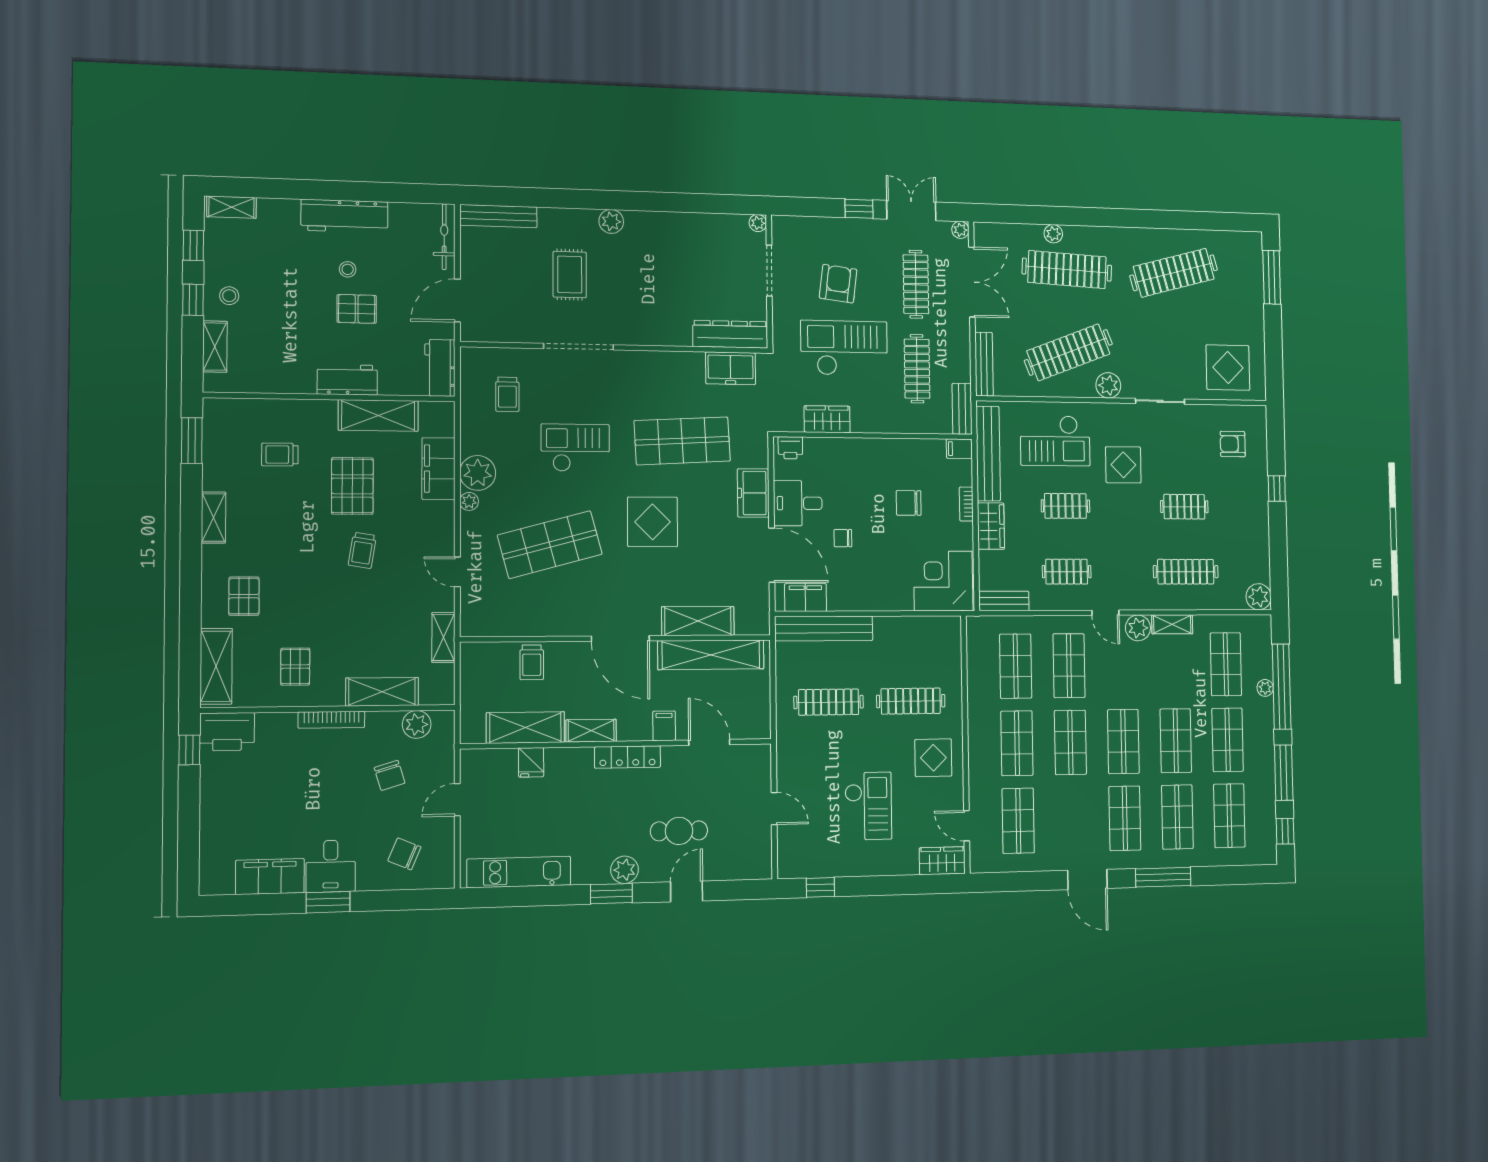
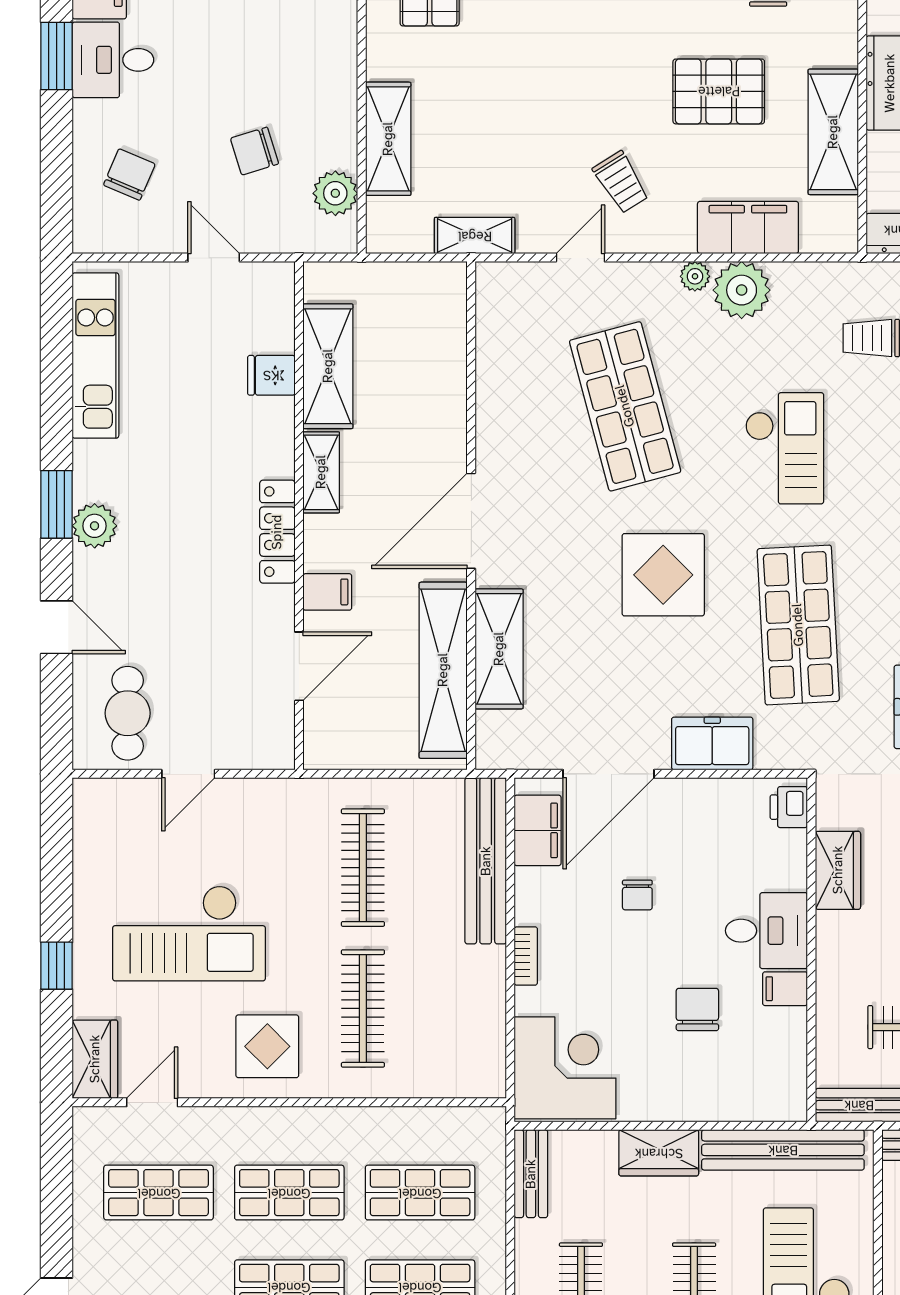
filing cabinet: (959, 449) -> (785, 989), moved, turned -90
desk: (798, 503) -> (766, 931), moved, turned 90
bookcase: (966, 504) -> (526, 956), moved, turned 90
chair: (843, 538) -> (637, 895), turned 180
trolley: (362, 550) -> (621, 182), moved, turned -131
trolley: (532, 662) -> (433, 377), removed
bookcase: (331, 720) -> (345, 60), removed
checkout: (868, 806) -> (189, 933), width x1.36, depth x1.21
cafe table: (679, 831) -> (128, 713), moved
window: (820, 887) -> (57, 966), moved

